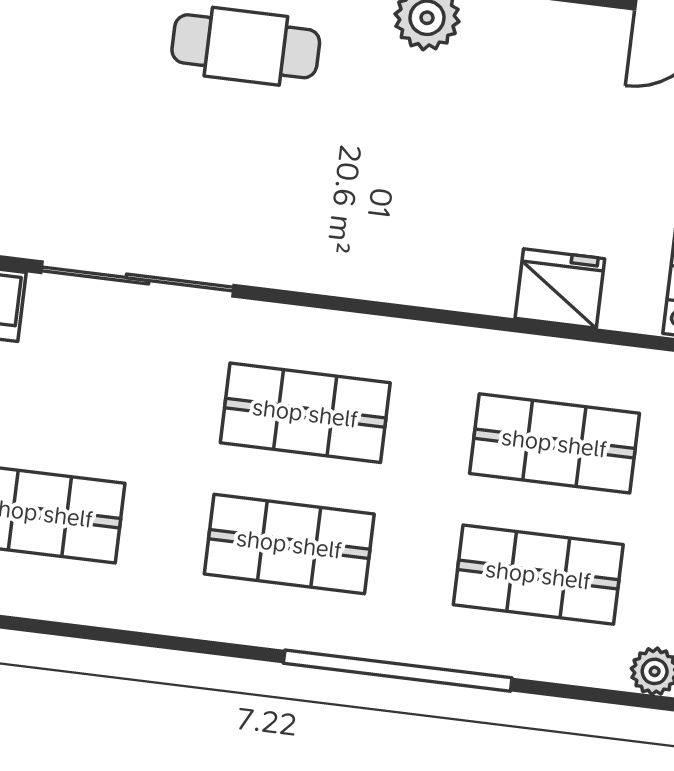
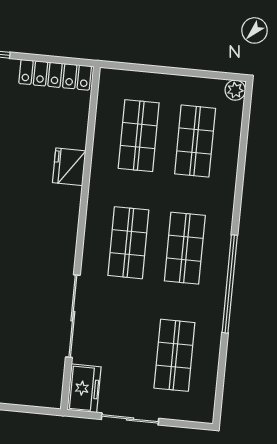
fridge: (560, 288) -> (69, 167), moved
window: (398, 671) -> (230, 284), moved

